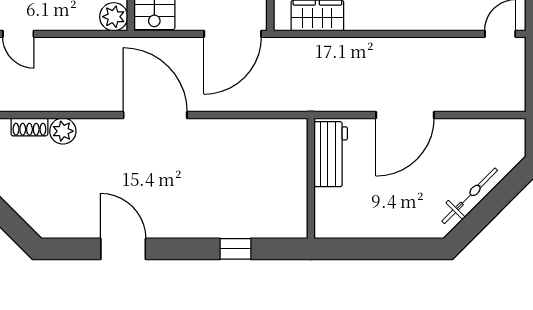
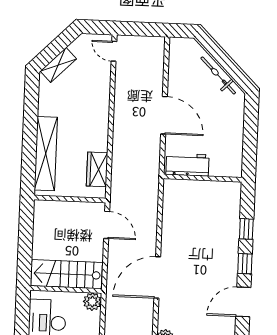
door: (233, 34) -> (107, 225), width x0.73
window: (182, 249) -> (245, 264), added

